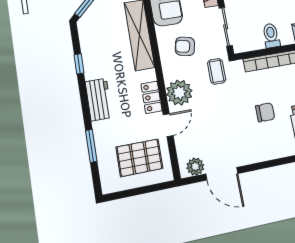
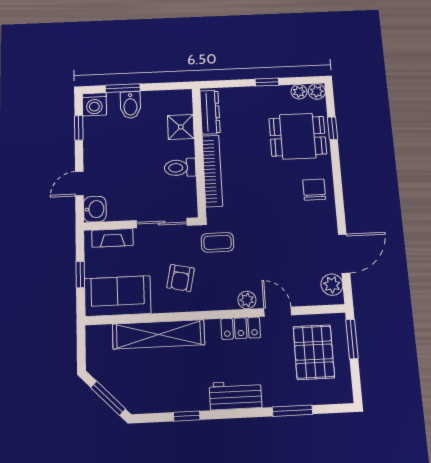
plant: (179, 93) -> (247, 300), width x0.53, depth x0.53
chair: (265, 112) -> (314, 190), moved
window: (153, 188) -> (352, 339), added

